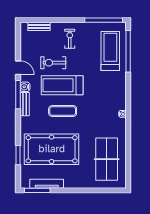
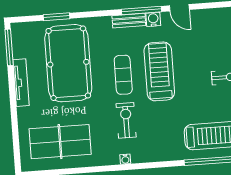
exercise bike: (53, 63) -> (126, 120), moved
door: (18, 68) -> (179, 8), hinge flipped
tv unit: (47, 184) -> (21, 83), moved

